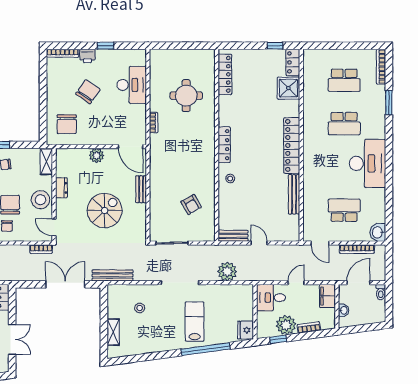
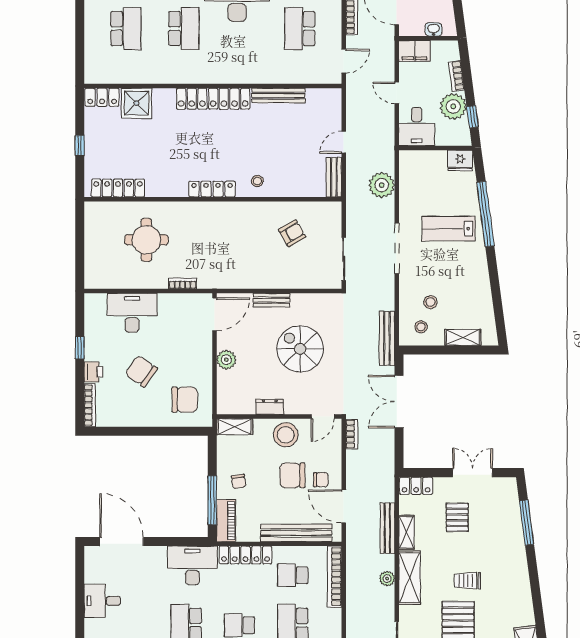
window: (275, 46) -> (80, 146), moved
stool: (121, 301) -> (421, 327), added

